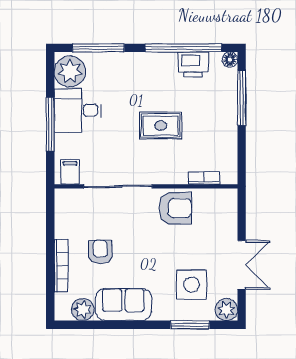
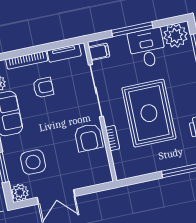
rug: (161, 125) -> (149, 113), width x1.86, depth x2.06
bookcase: (204, 178) -> (113, 138), moved
tv unit: (62, 216) -> (64, 53), added

